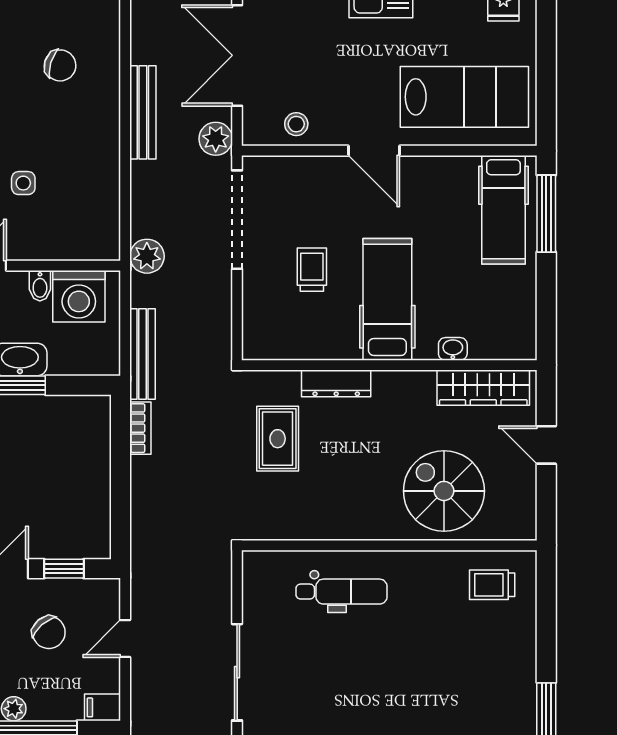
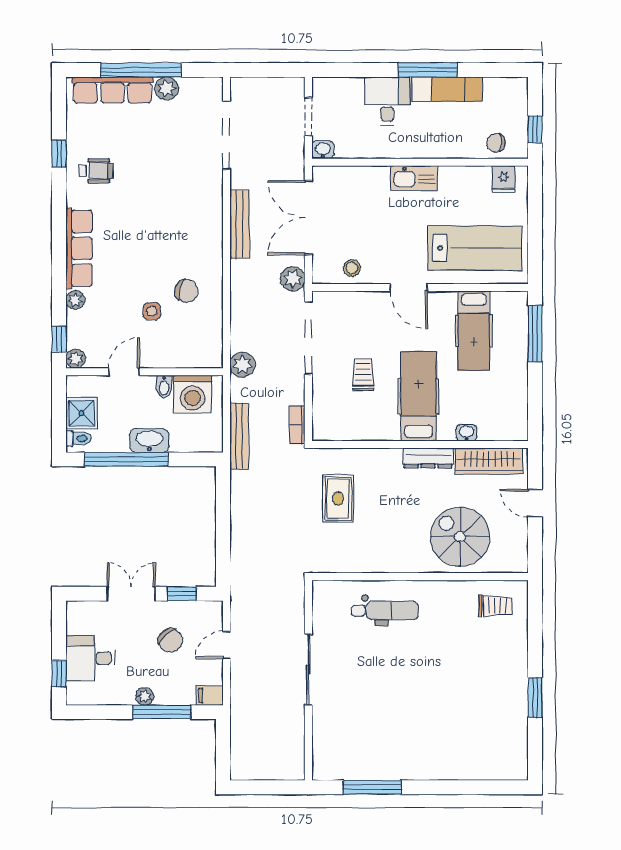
chair: (60, 65) -> (187, 291), moved
bench: (143, 112) -> (239, 224), moved
hospital bed: (503, 210) -> (474, 331), moved
dresser: (336, 383) -> (428, 458), moved
bookcase: (140, 428) -> (297, 425), moved, turned 180
trolley: (492, 585) -> (495, 606), turned 180

